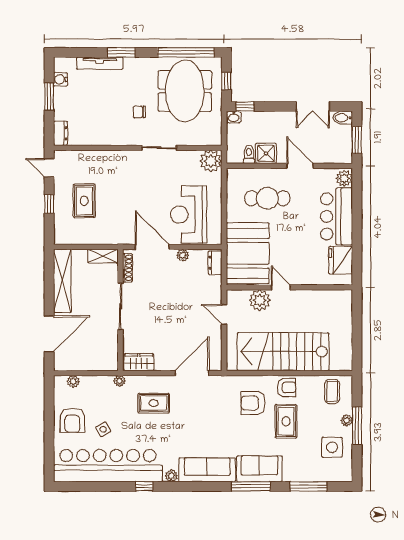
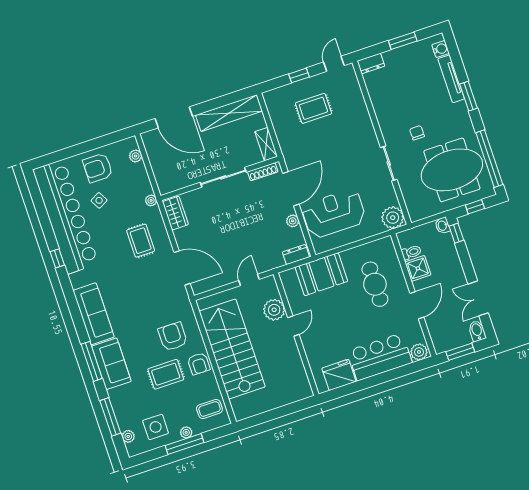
water cooler: (60, 79) -> (441, 49), moved, turned 90
booth: (248, 253) -> (321, 274), width x0.73, depth x0.70
plant: (171, 476) -> (128, 436), moved

